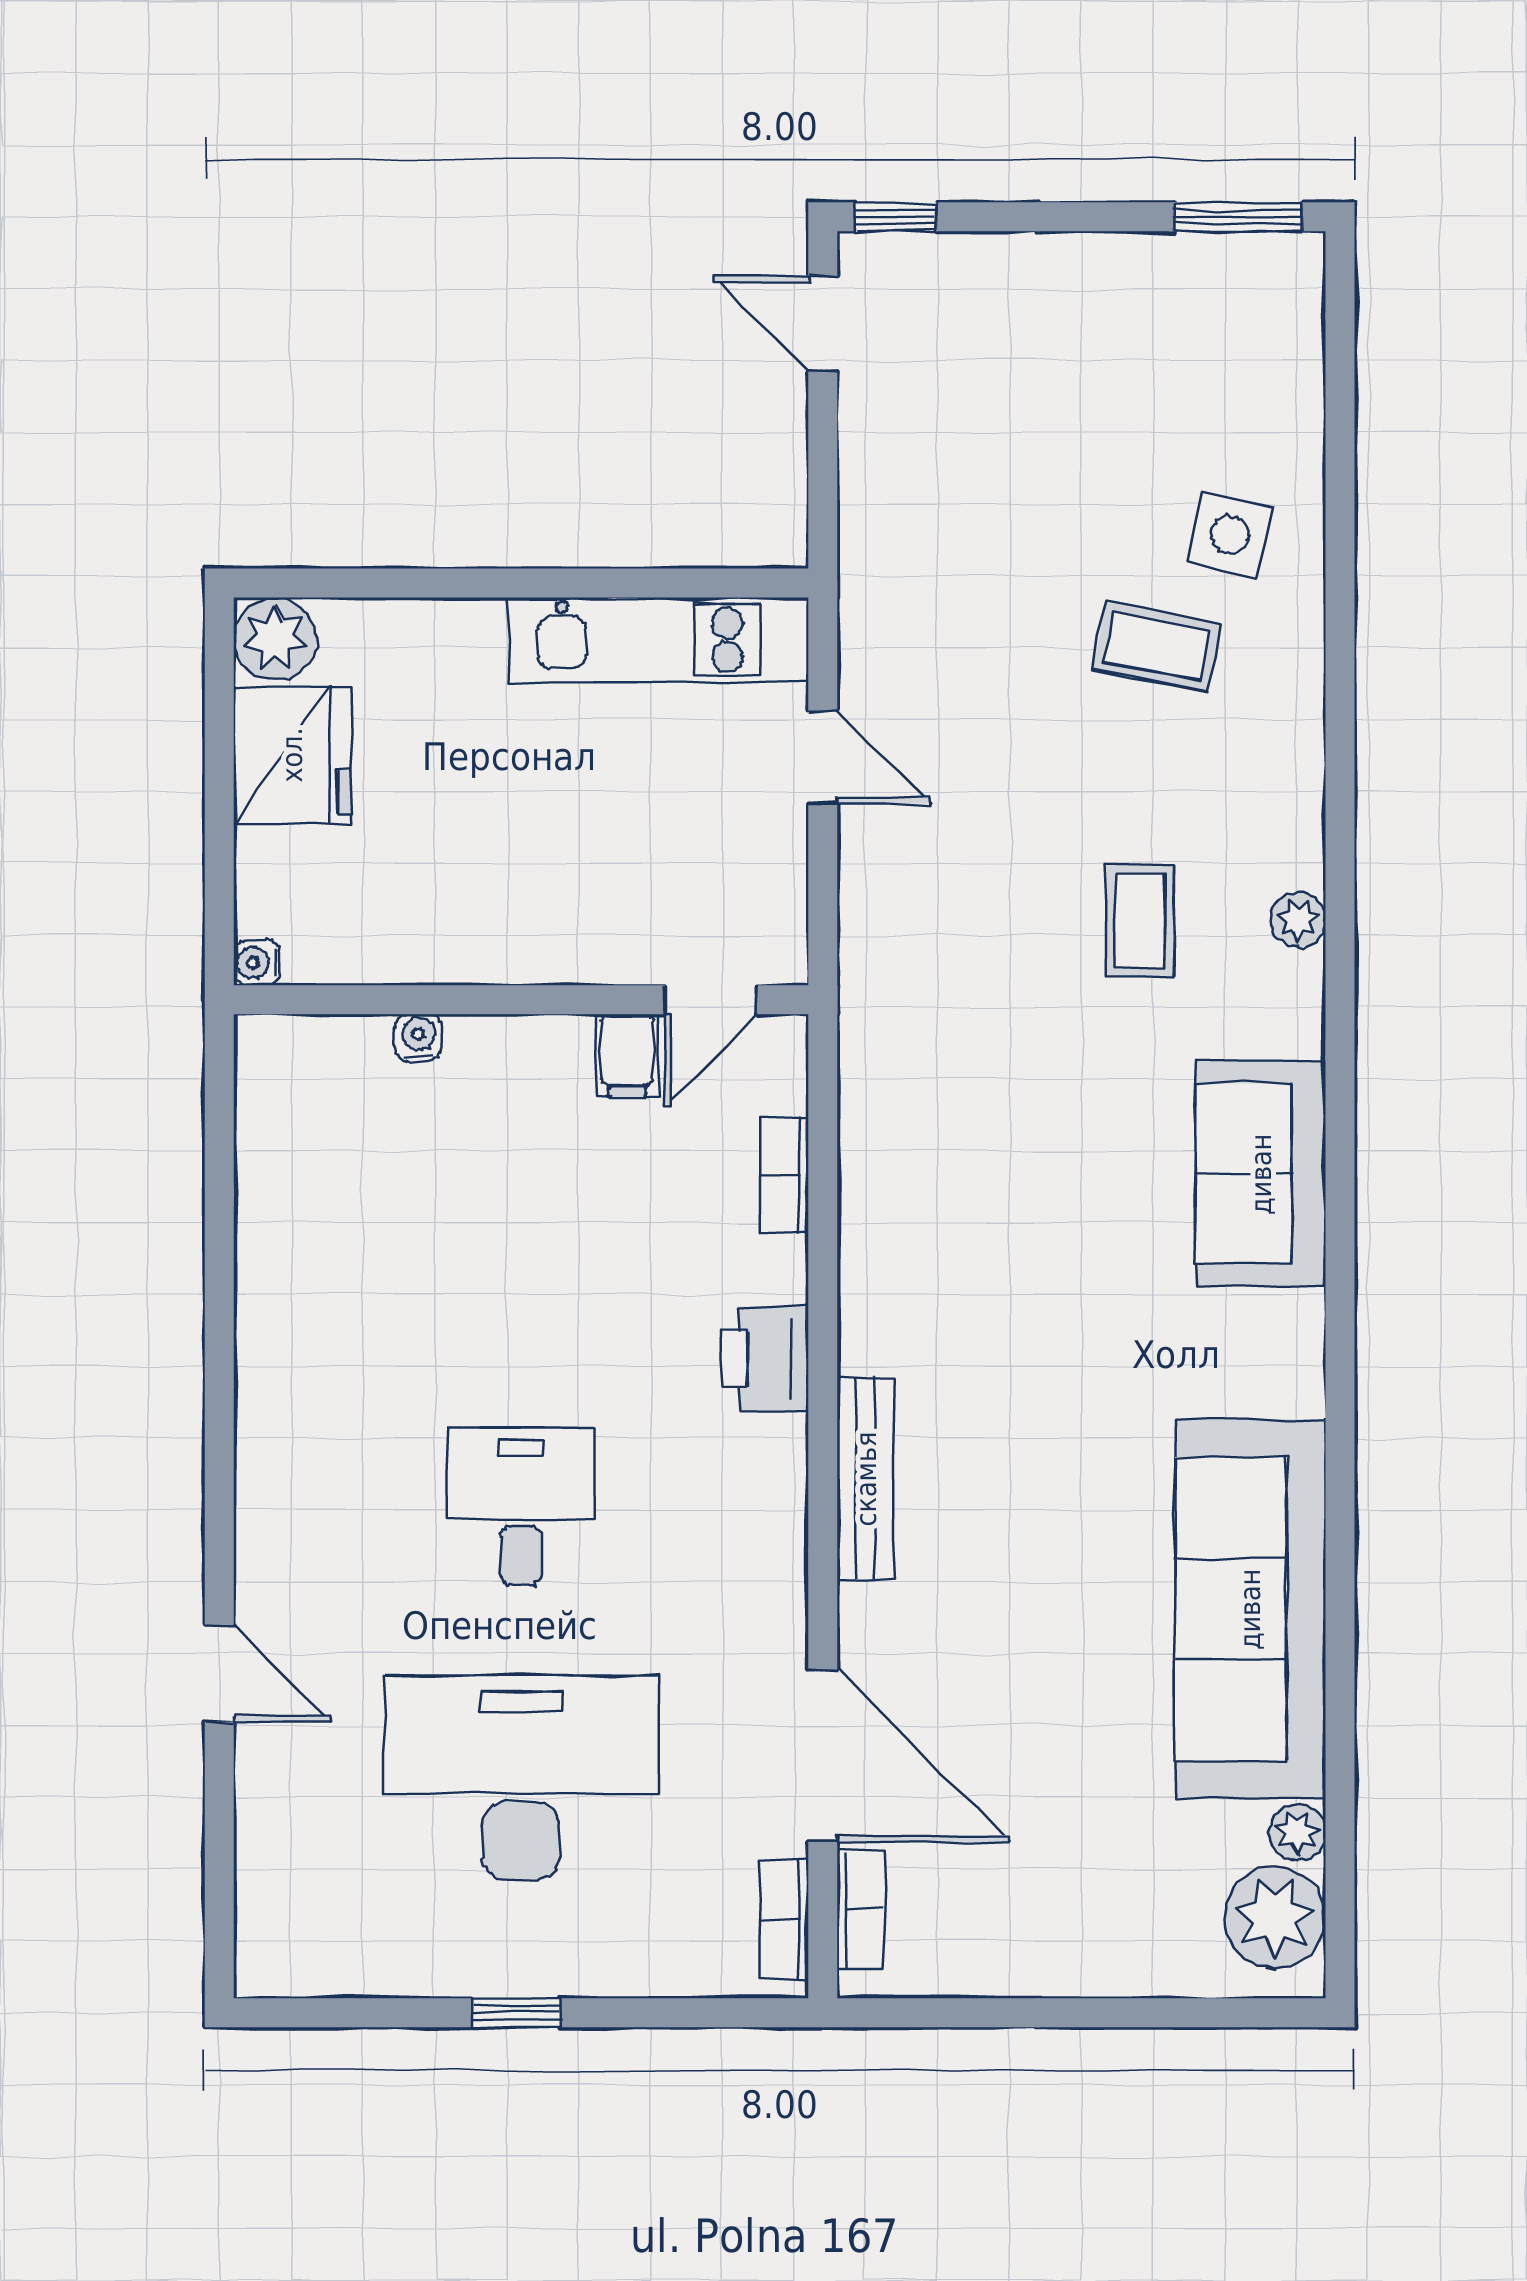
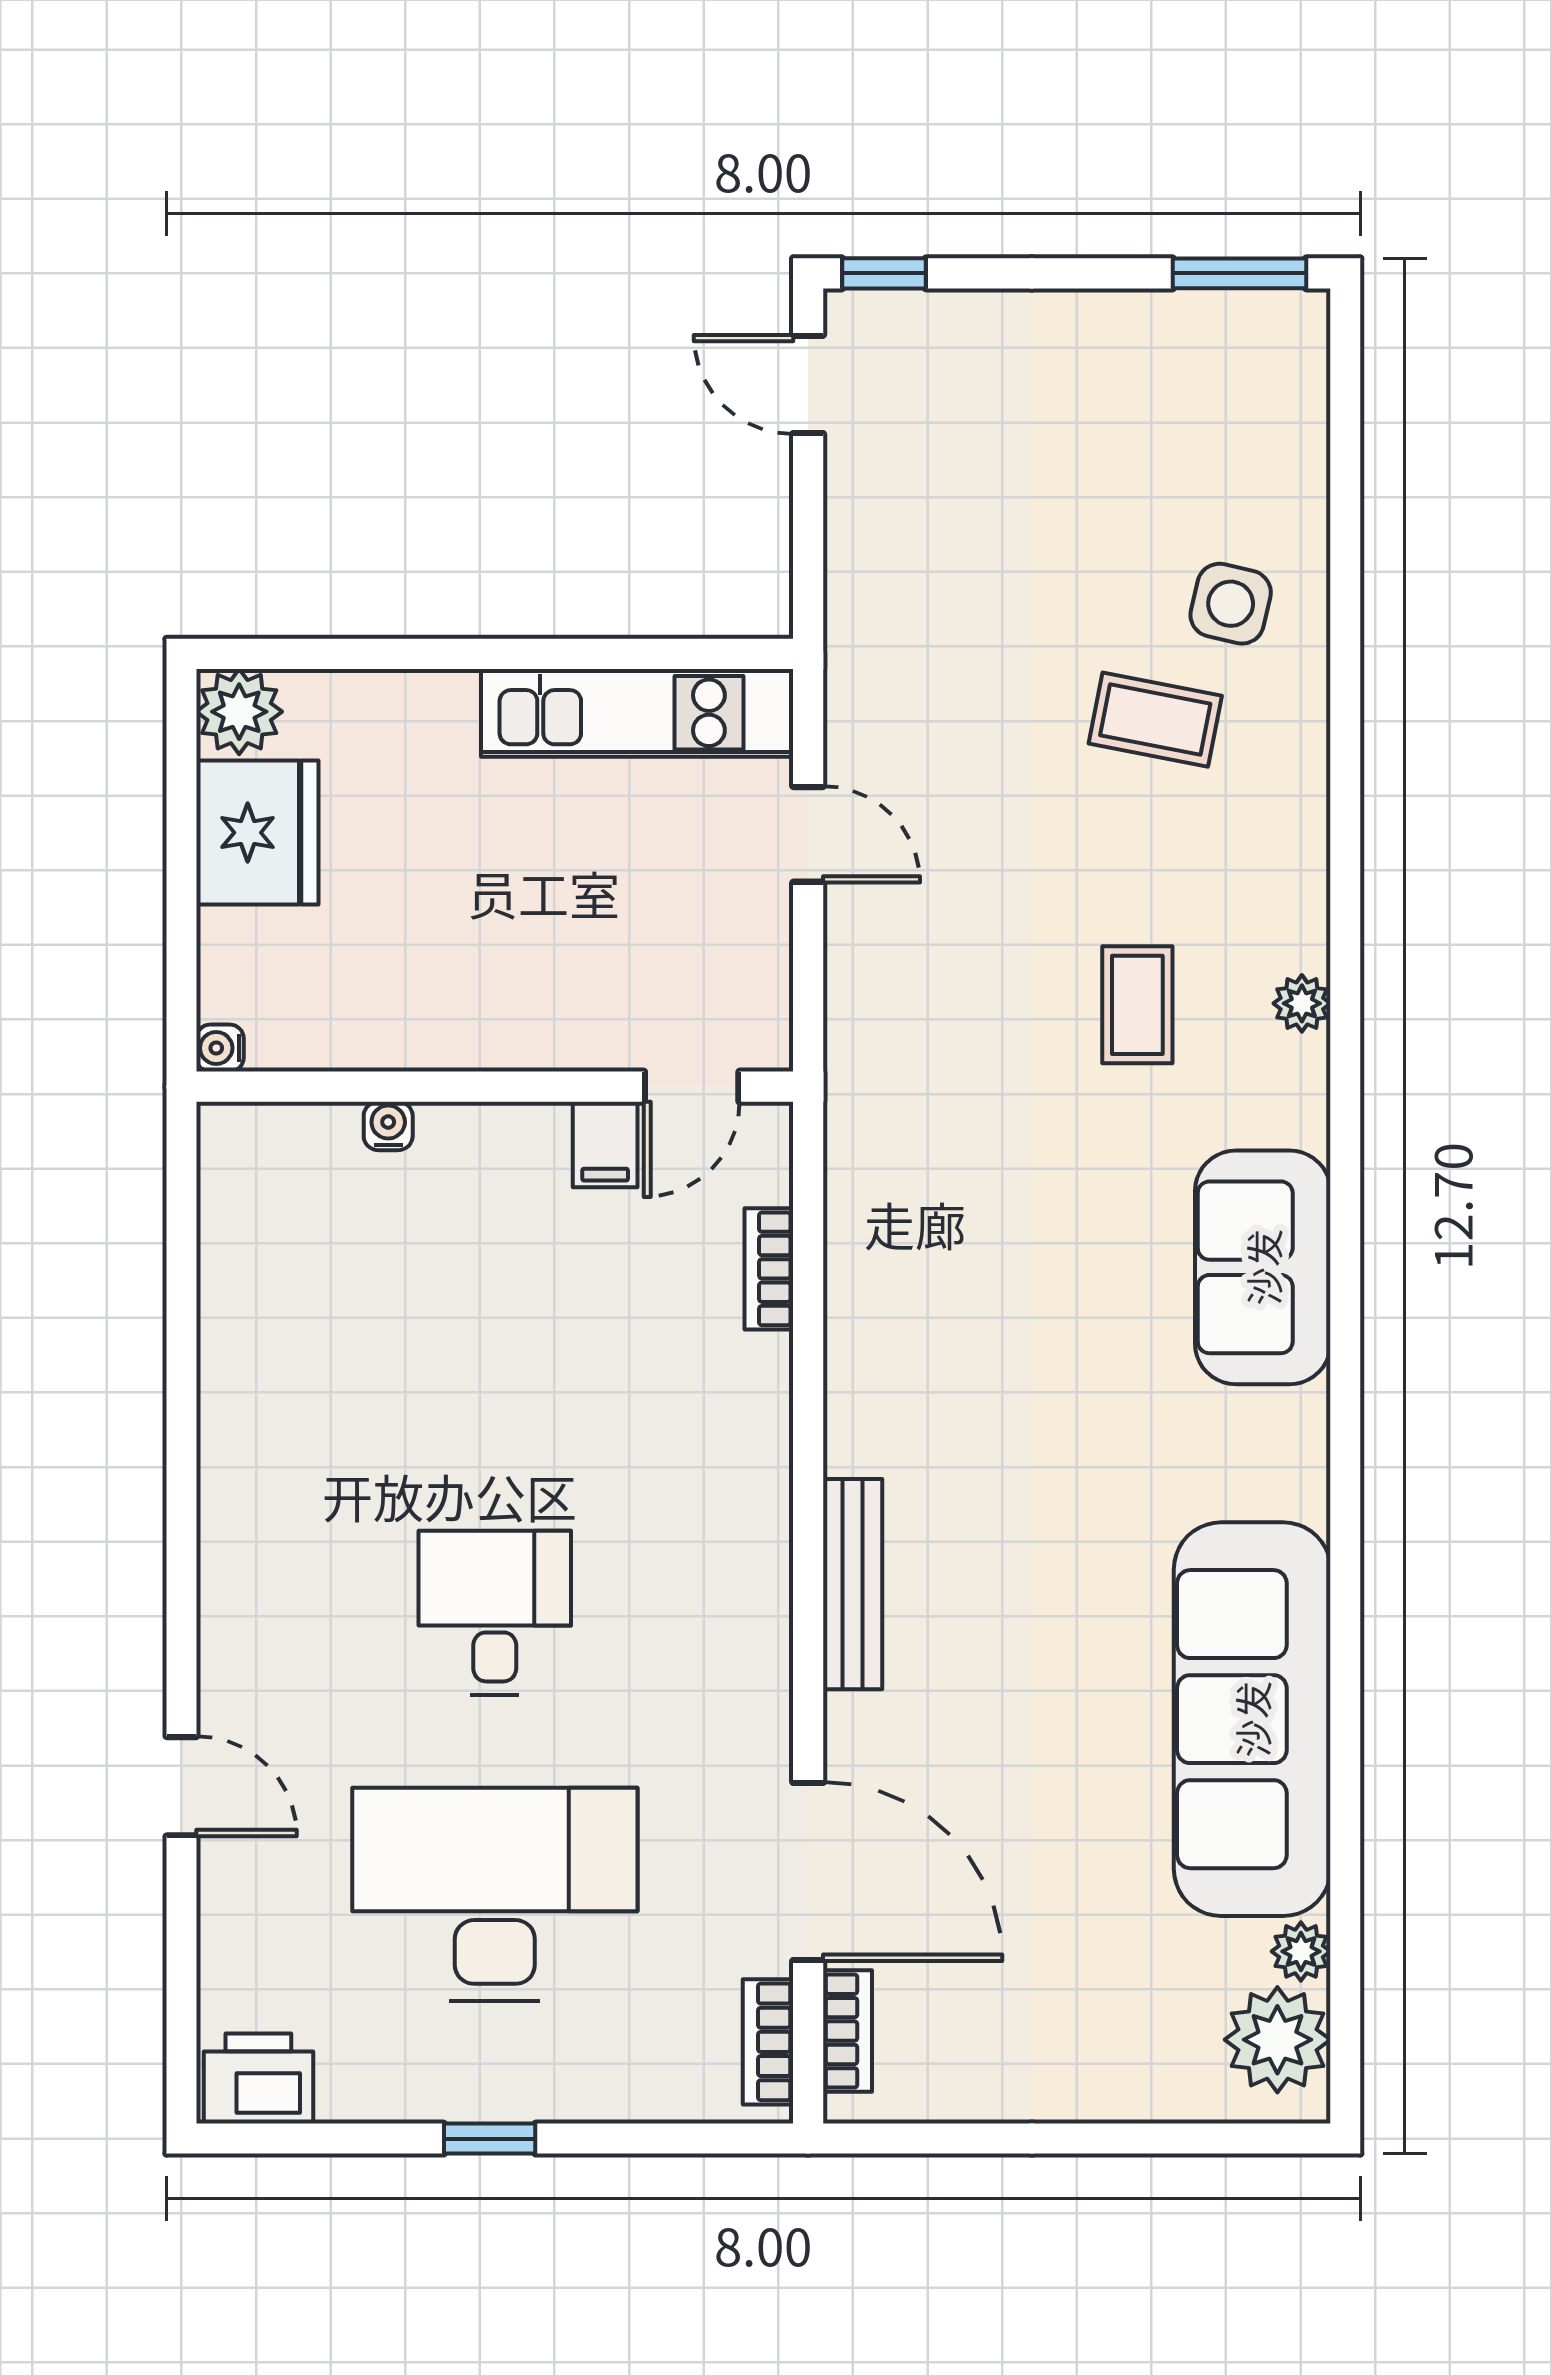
printer: (765, 1359) -> (258, 2078), moved, turned 90

